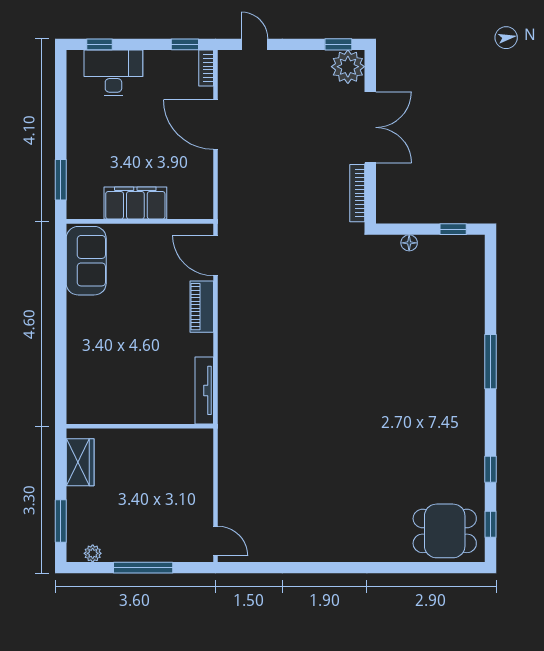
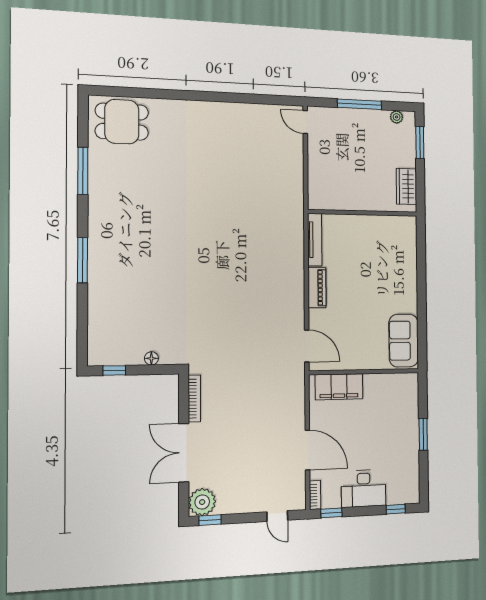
desk: (113, 73) -> (364, 488), moved
window: (61, 180) -> (423, 434), moved
filing cabinet: (135, 203) -> (339, 387), moved
piano: (202, 307) -> (317, 288), moved
window: (491, 469) -> (83, 171), width x2.17
window: (491, 524) -> (83, 125), removed

